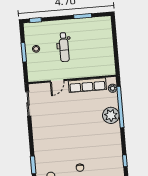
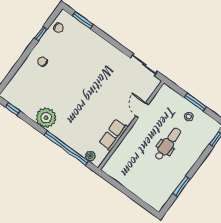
dental chair: (64, 47) -> (168, 144), turned 90
row of seats: (87, 85) -> (113, 135), width x0.68
plant: (111, 115) -> (46, 118), moved

